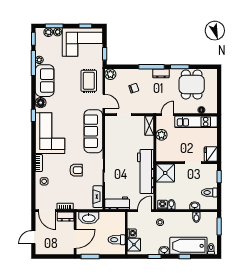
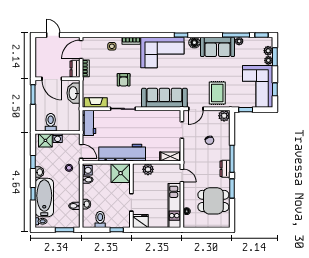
rug: (89, 81) -> (217, 93), turned 90
plant: (162, 135) -> (148, 169), moved

